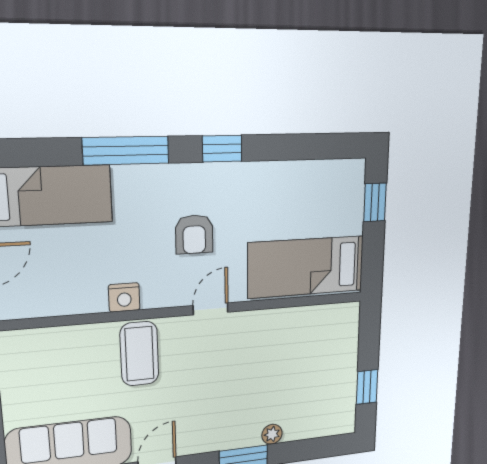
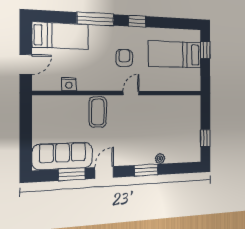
armchair: (194, 234) -> (124, 58), turned 180
bed: (306, 267) -> (175, 54), moved
nightstand: (124, 297) -> (69, 84), moved

